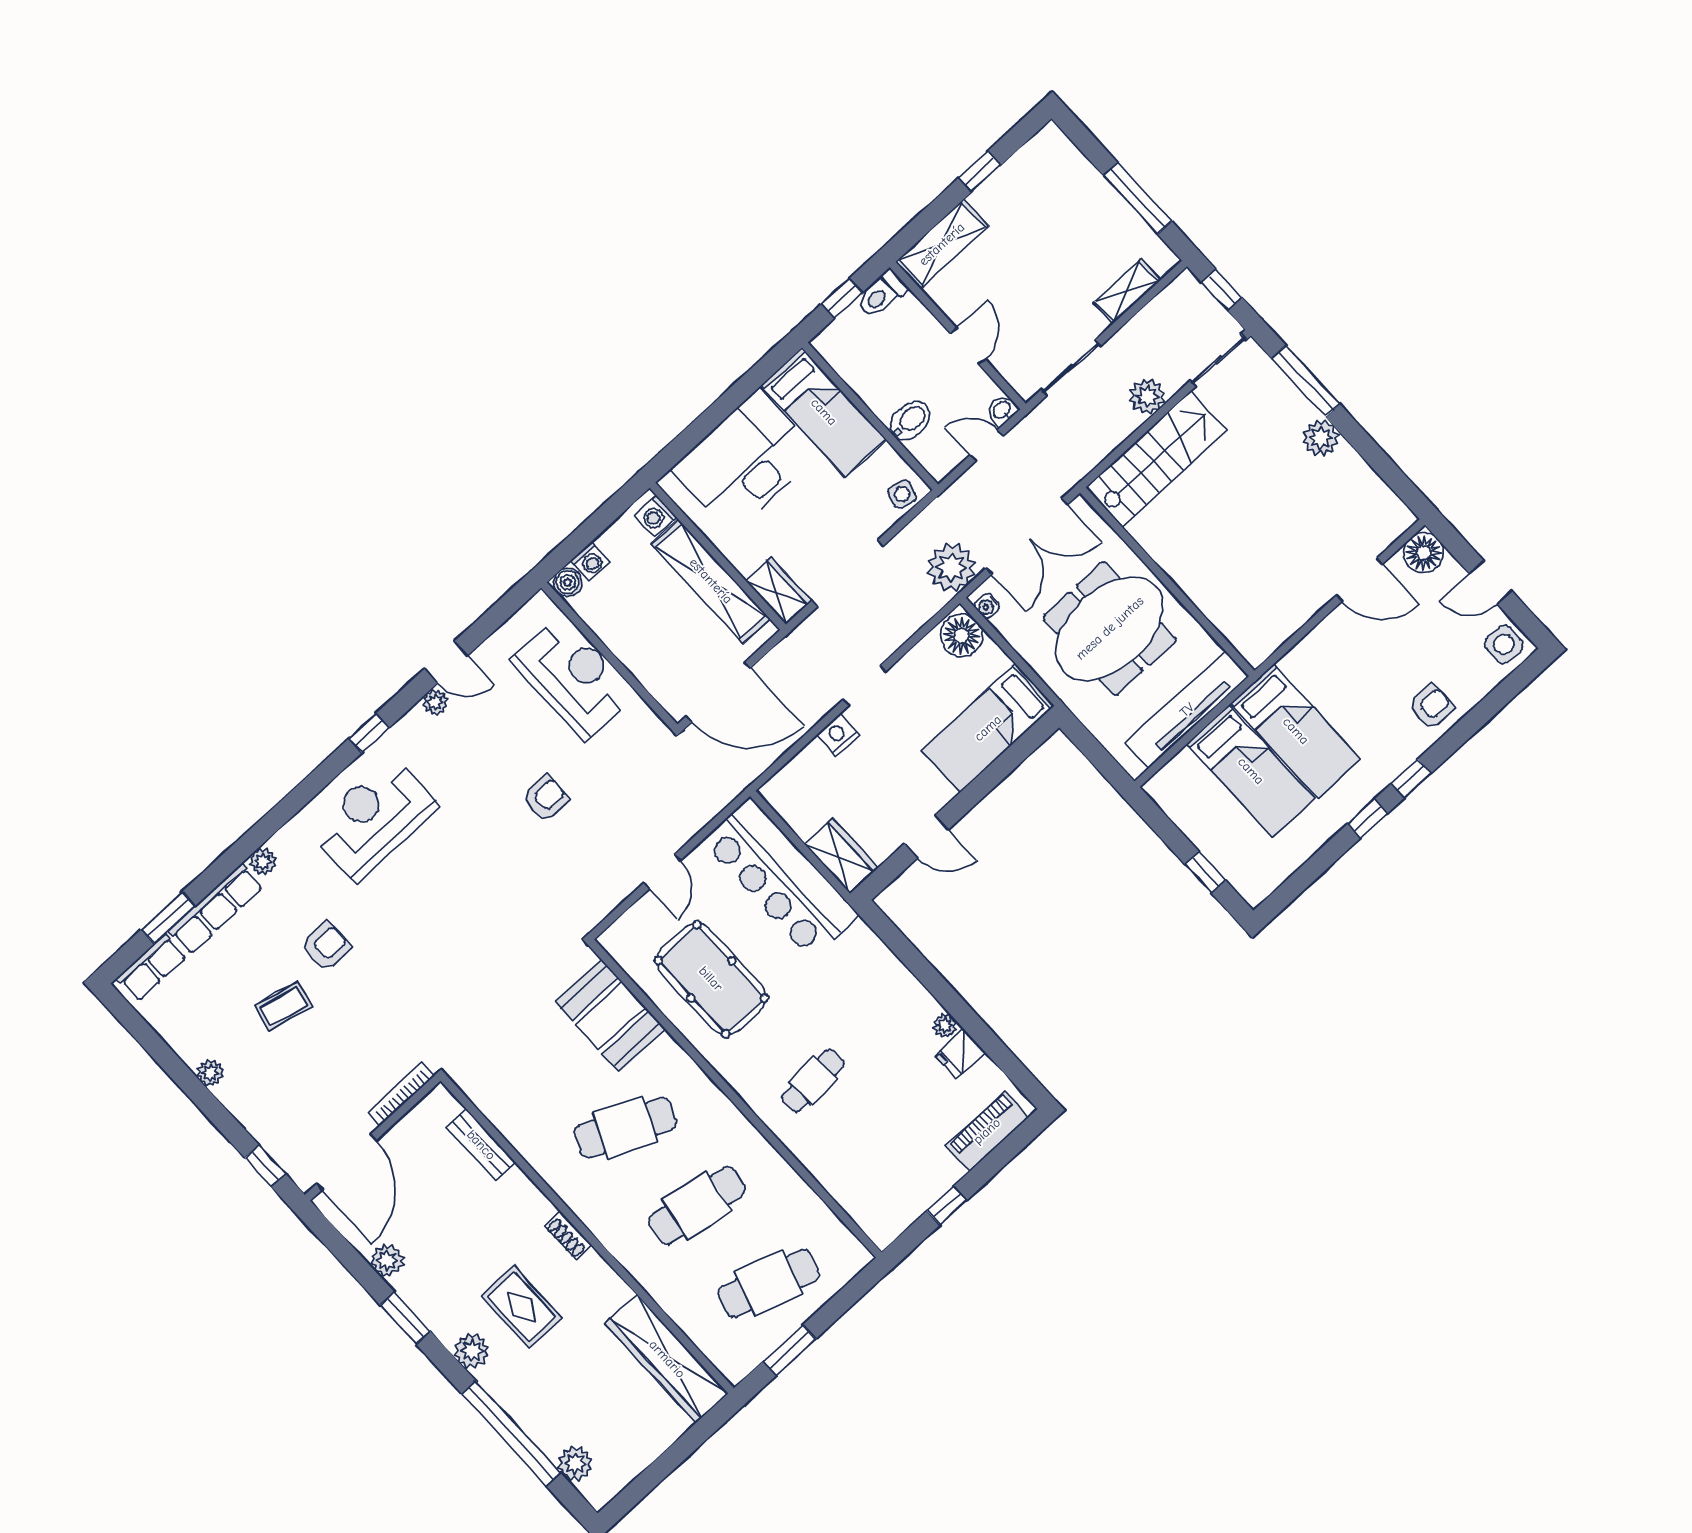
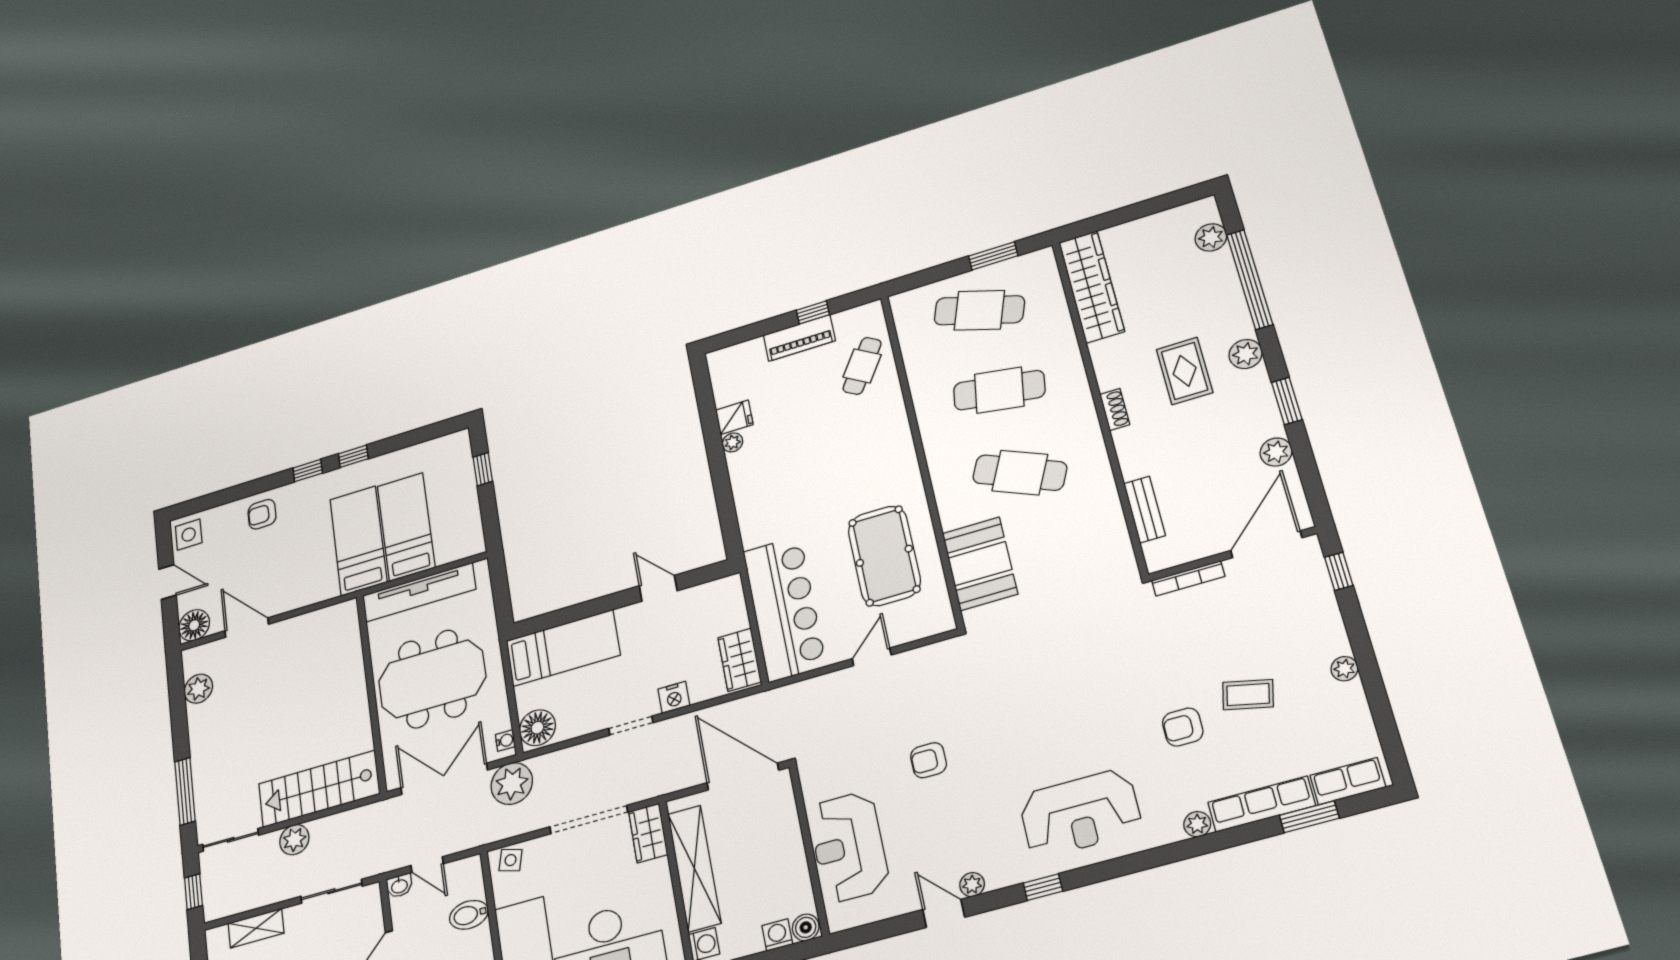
plant: (1321, 438) -> (198, 689), moved
wardrobe: (841, 855) -> (739, 660), moved
cafe table: (813, 1081) -> (862, 366), moved, turned -55
piano: (987, 1131) -> (799, 338), moved

